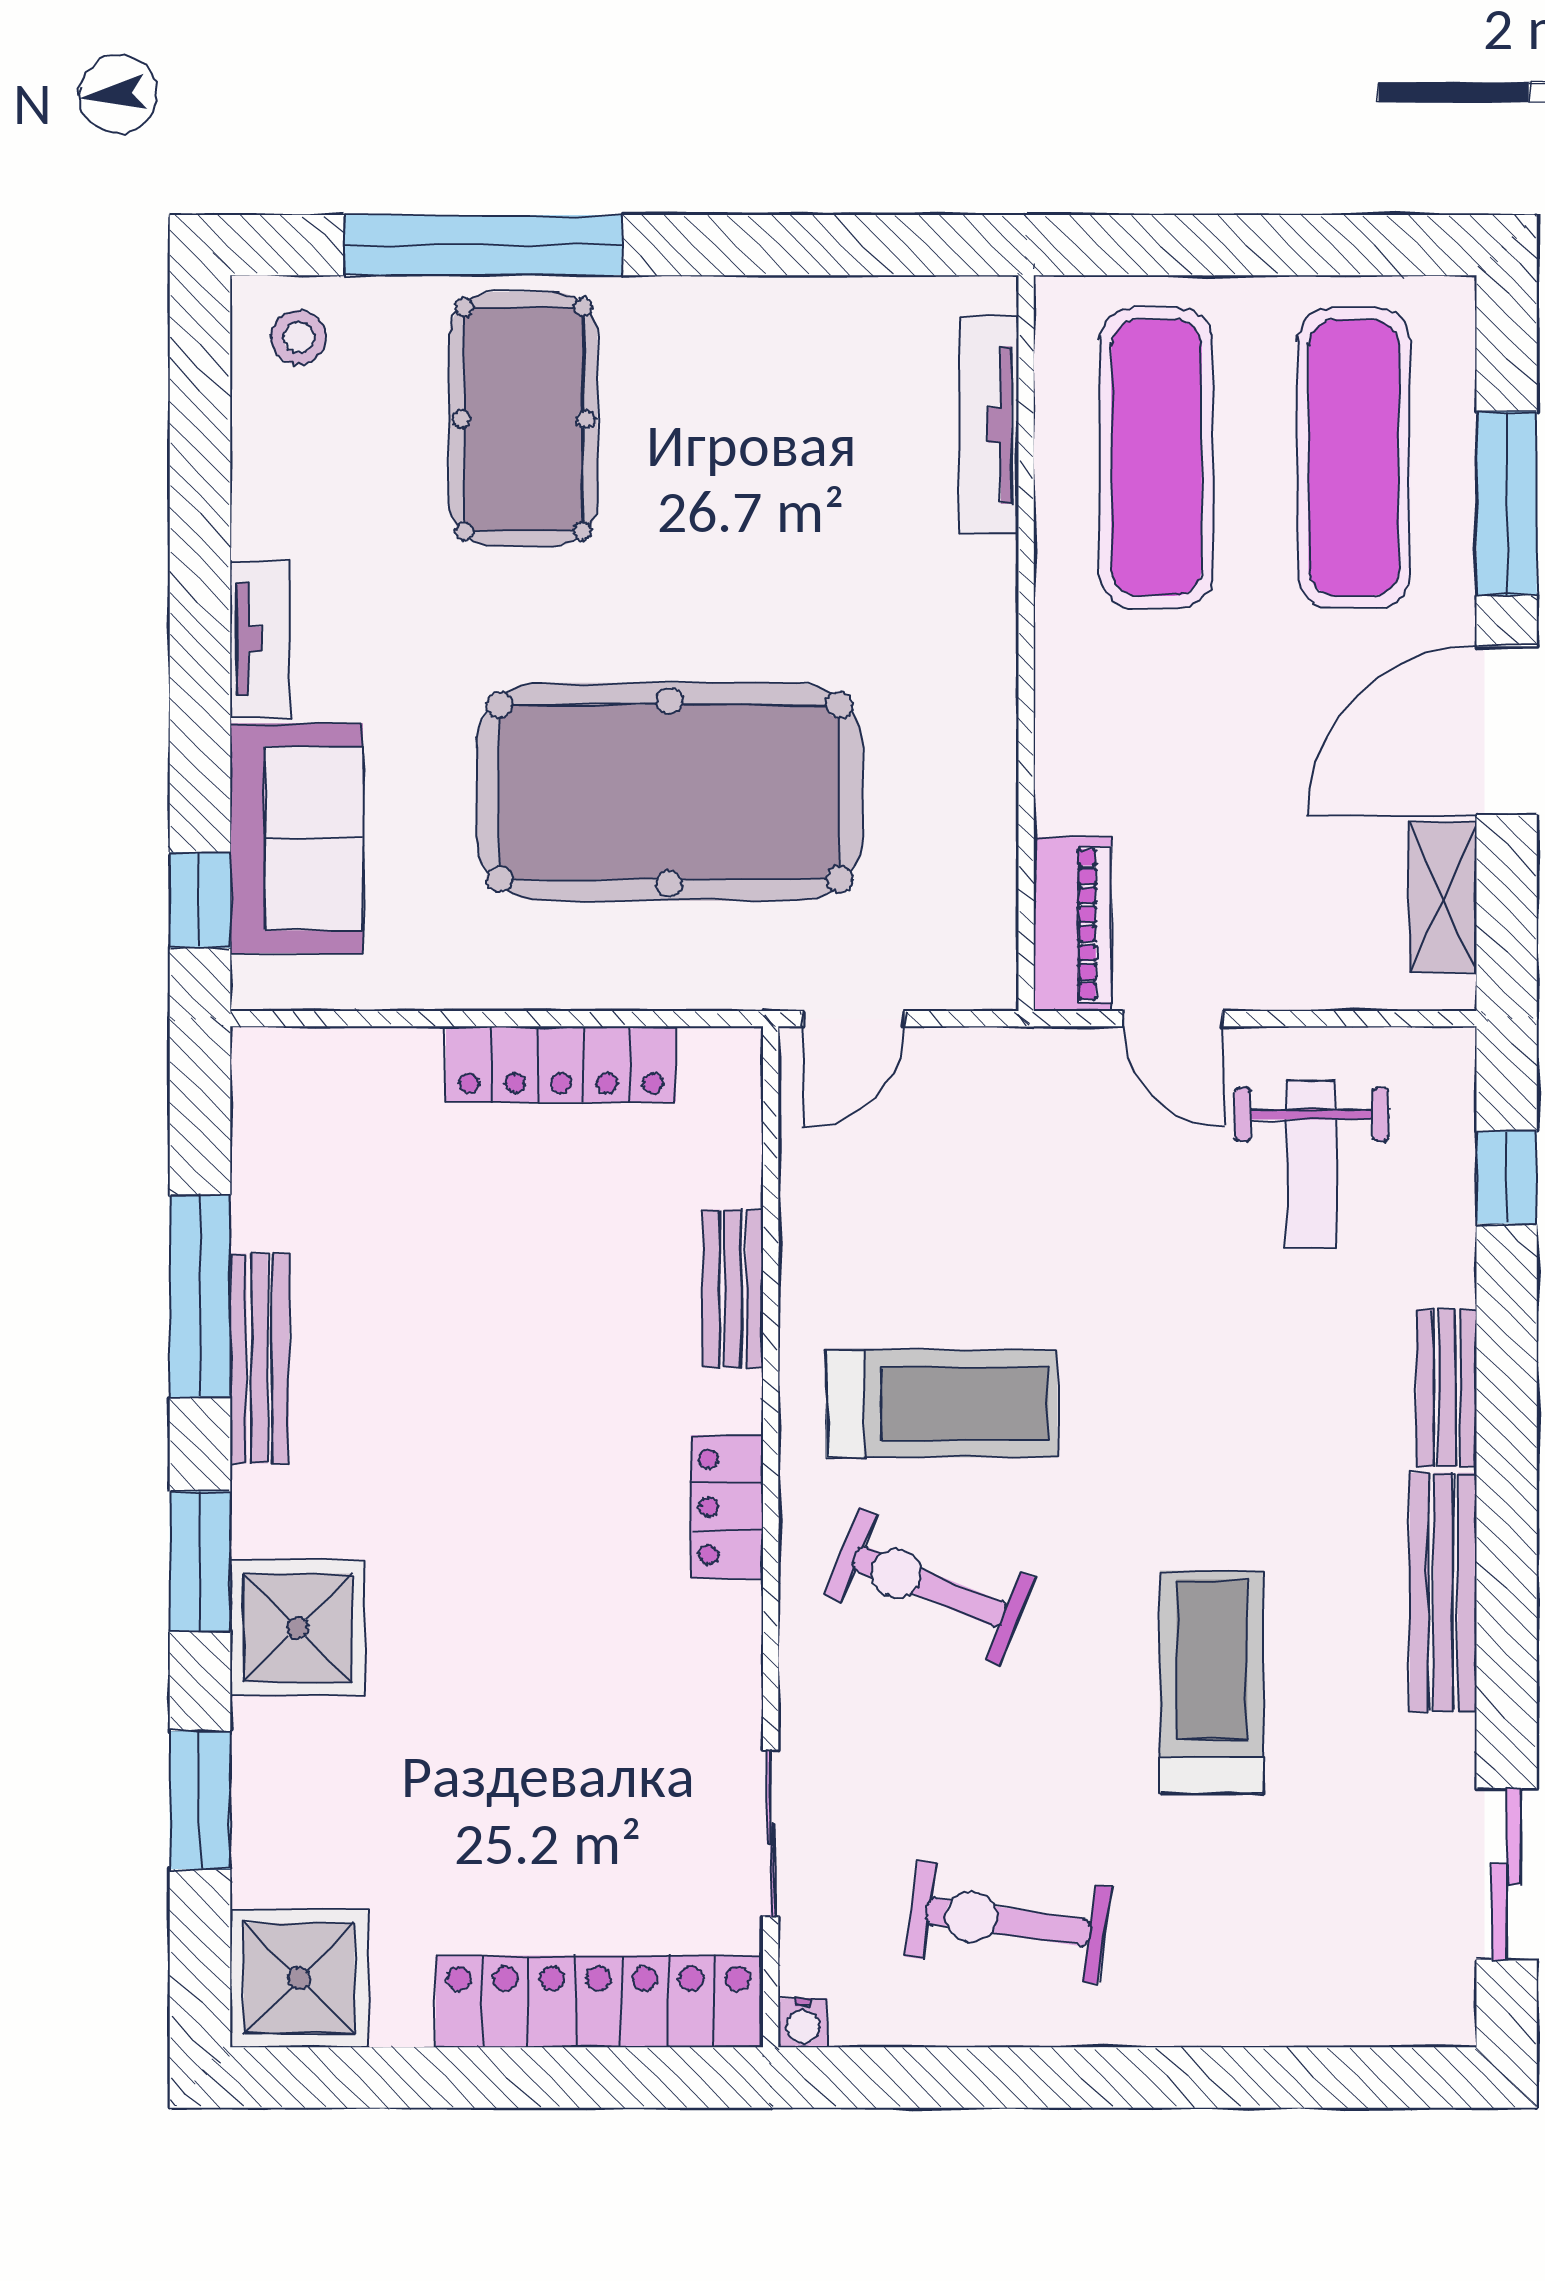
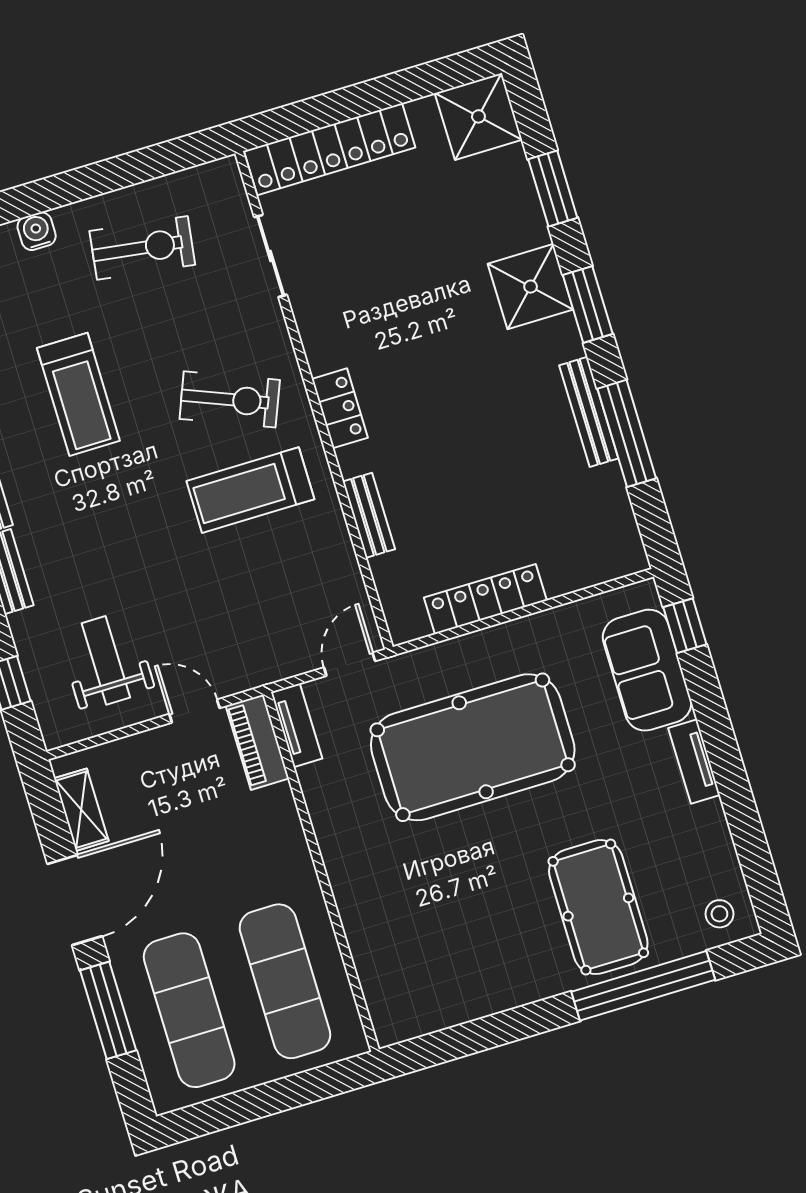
tv unit: (989, 425) -> (297, 725), moved, width x0.71
water cooler: (803, 2023) -> (37, 231), moved, width x1.38, depth x1.38

